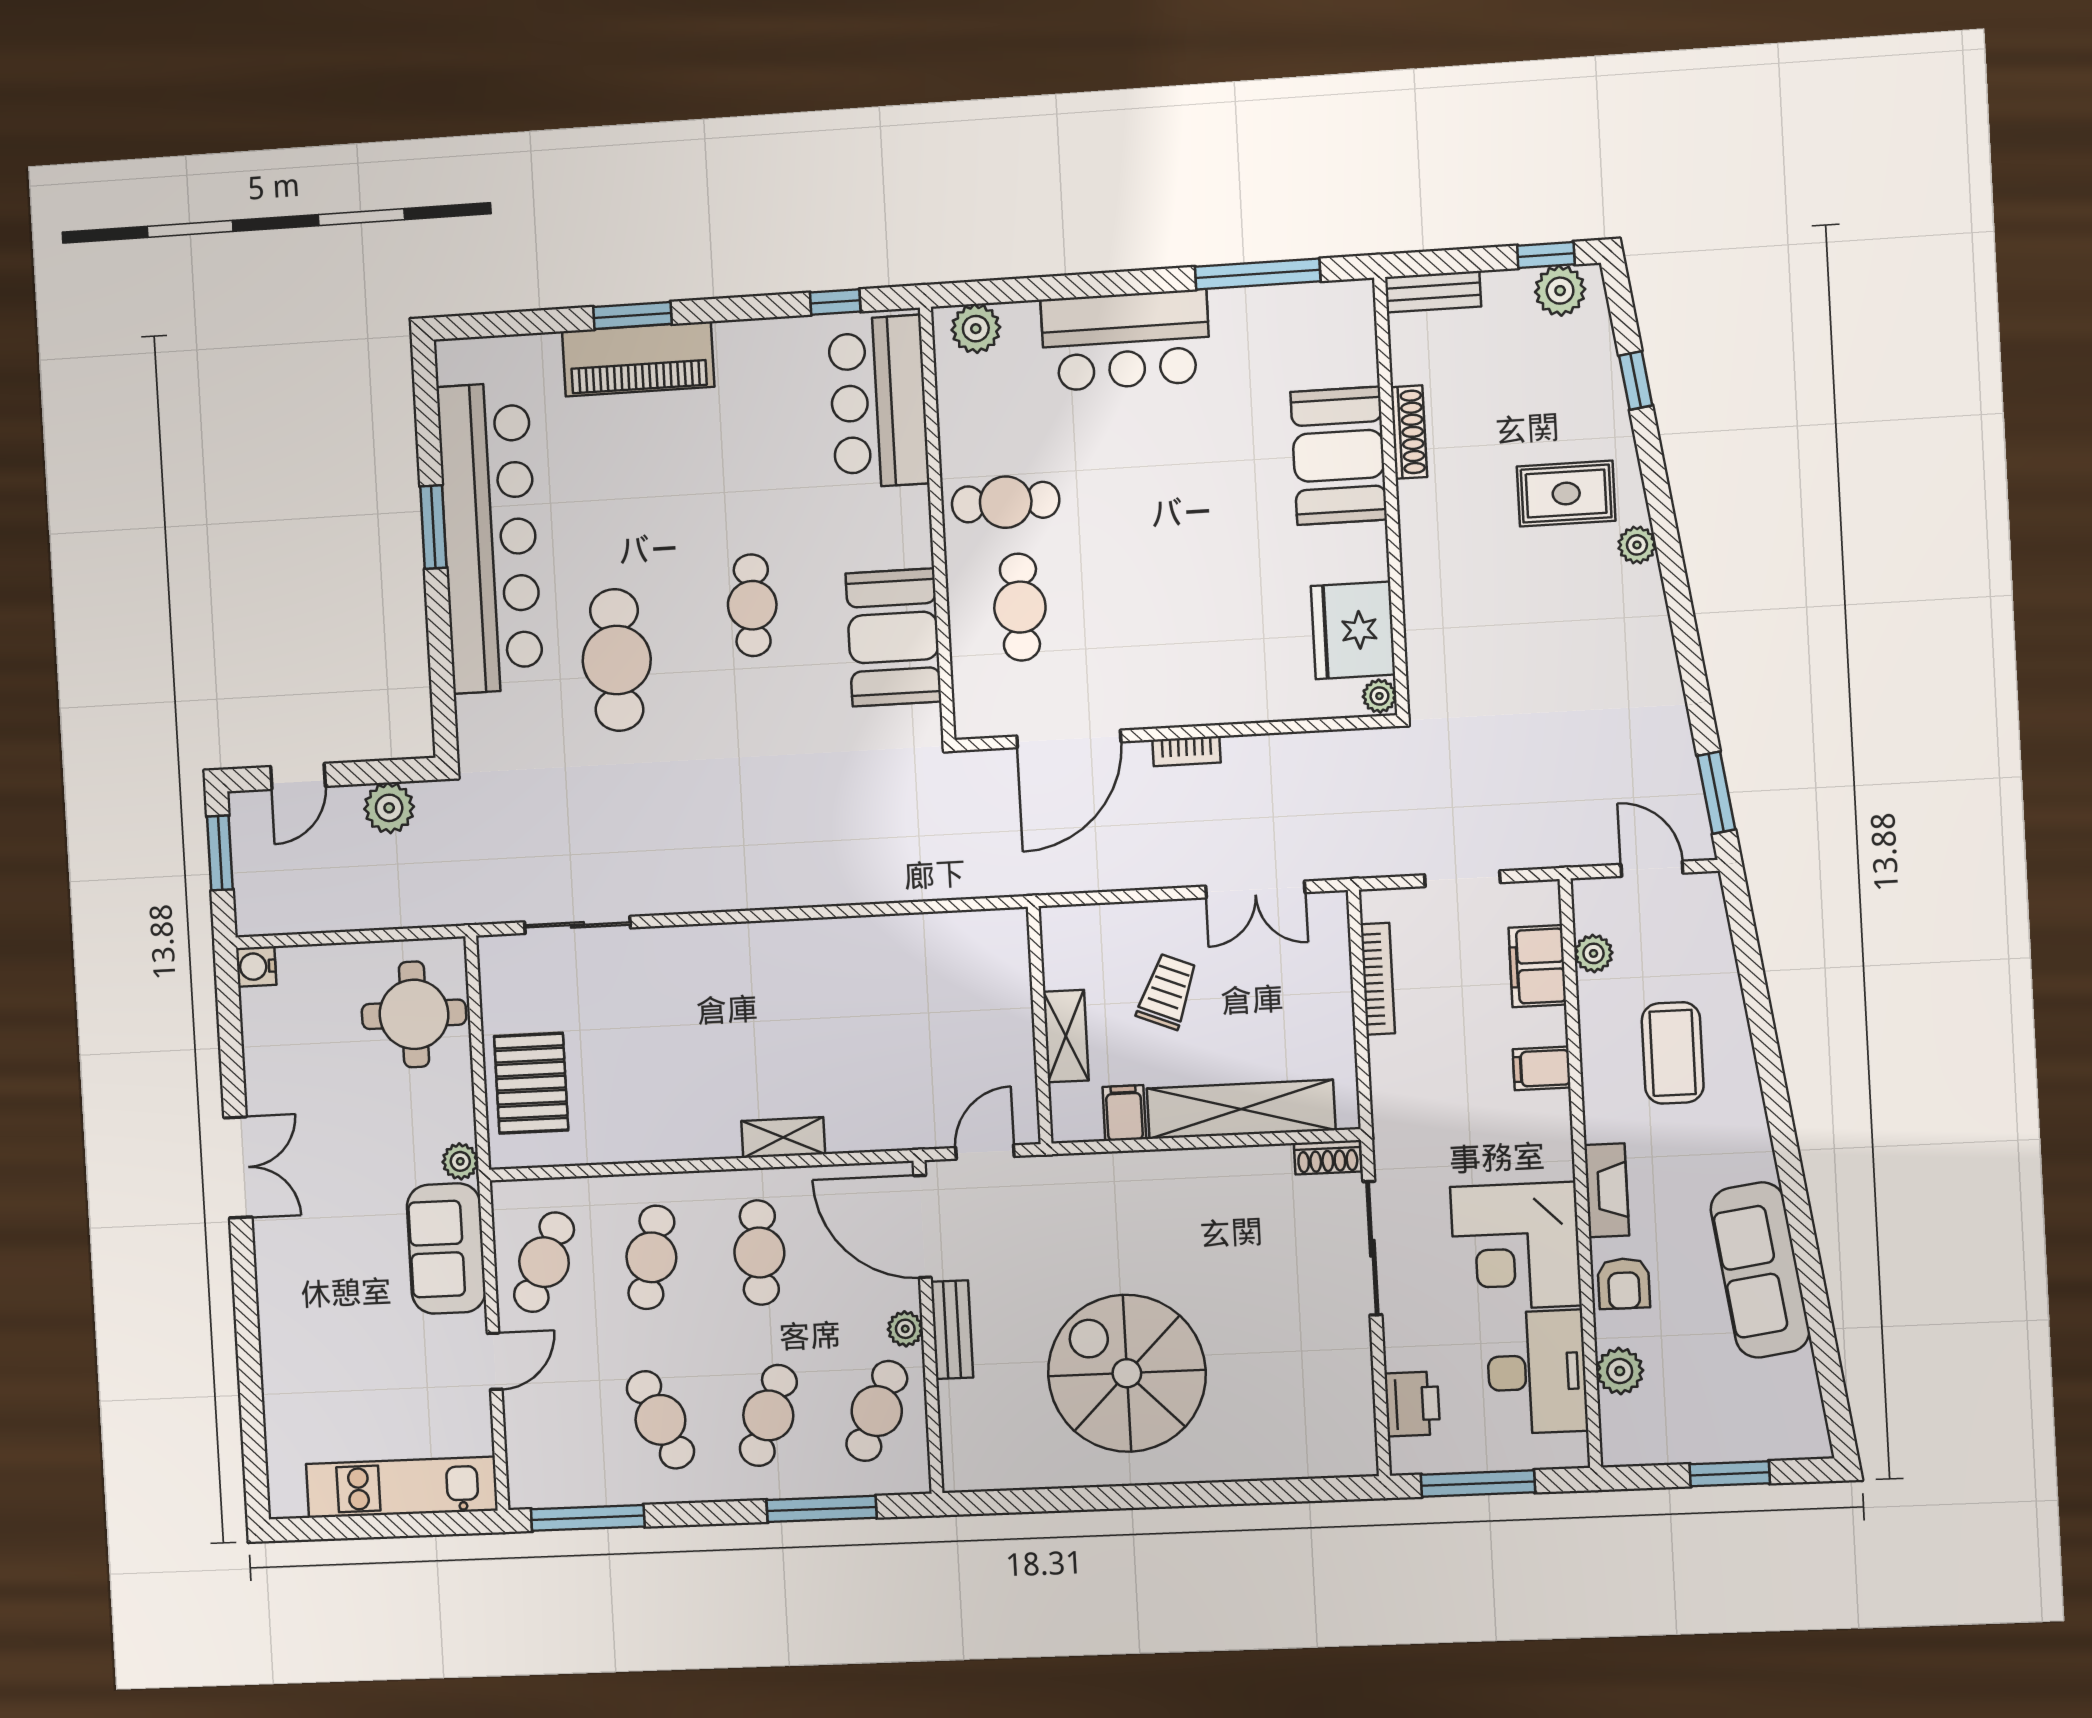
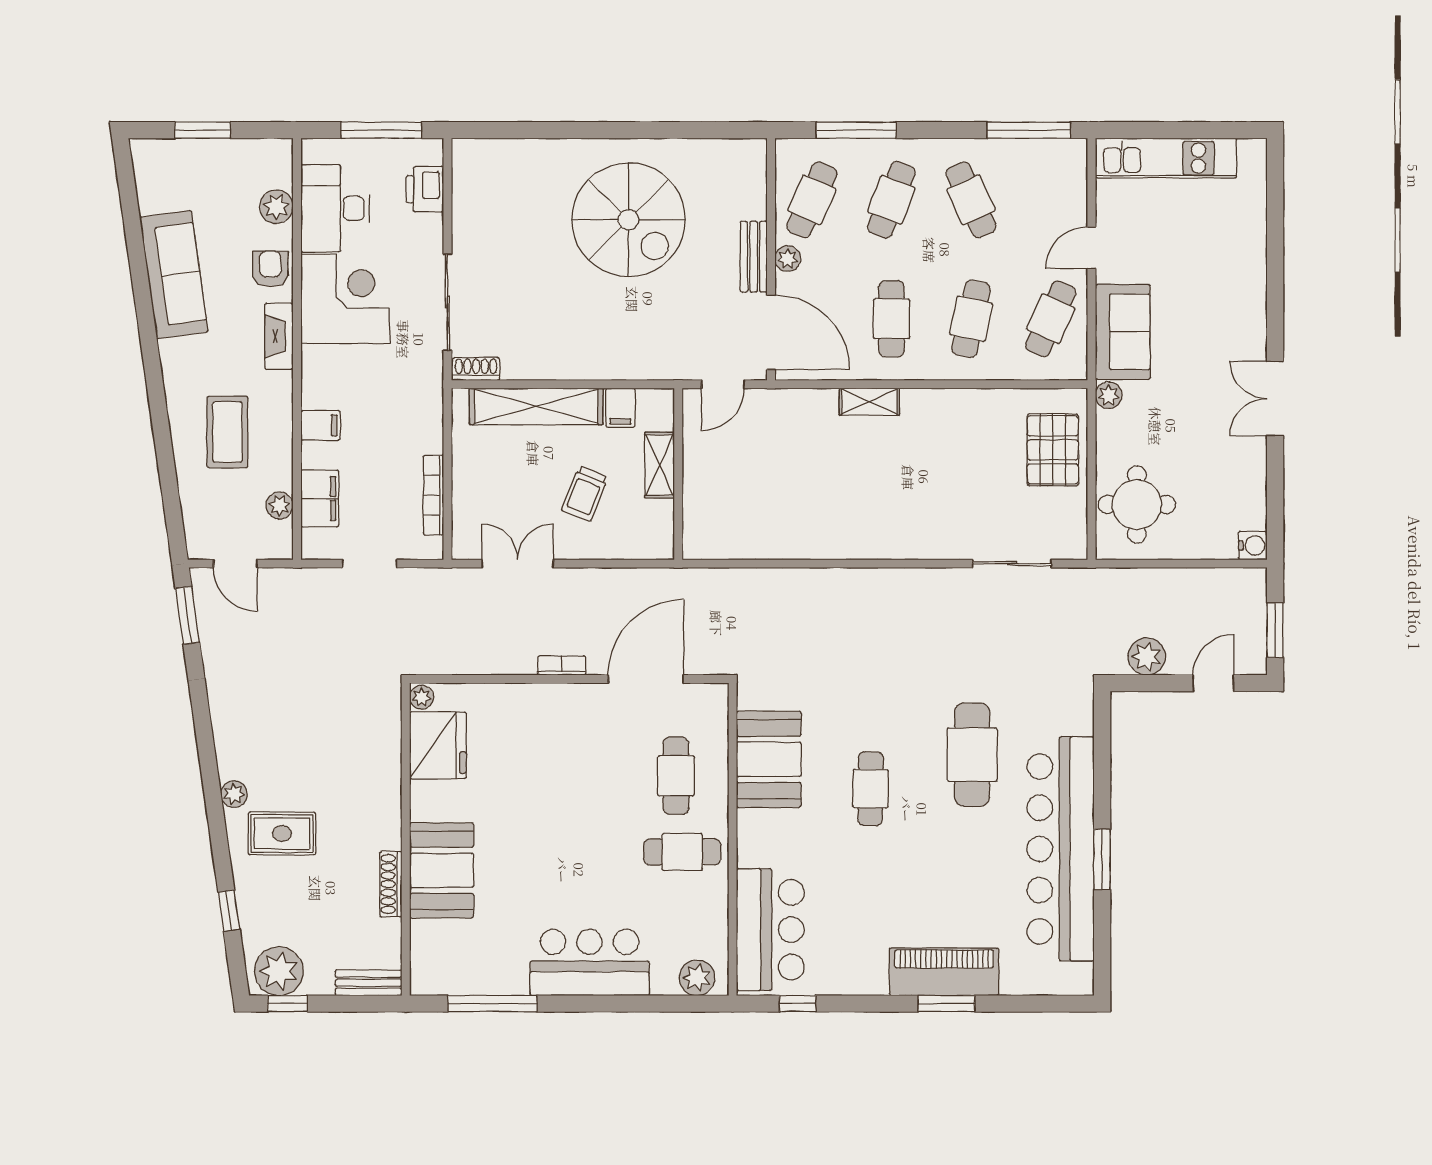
plant: (1560, 291) -> (279, 971), width x1.36, depth x1.36

